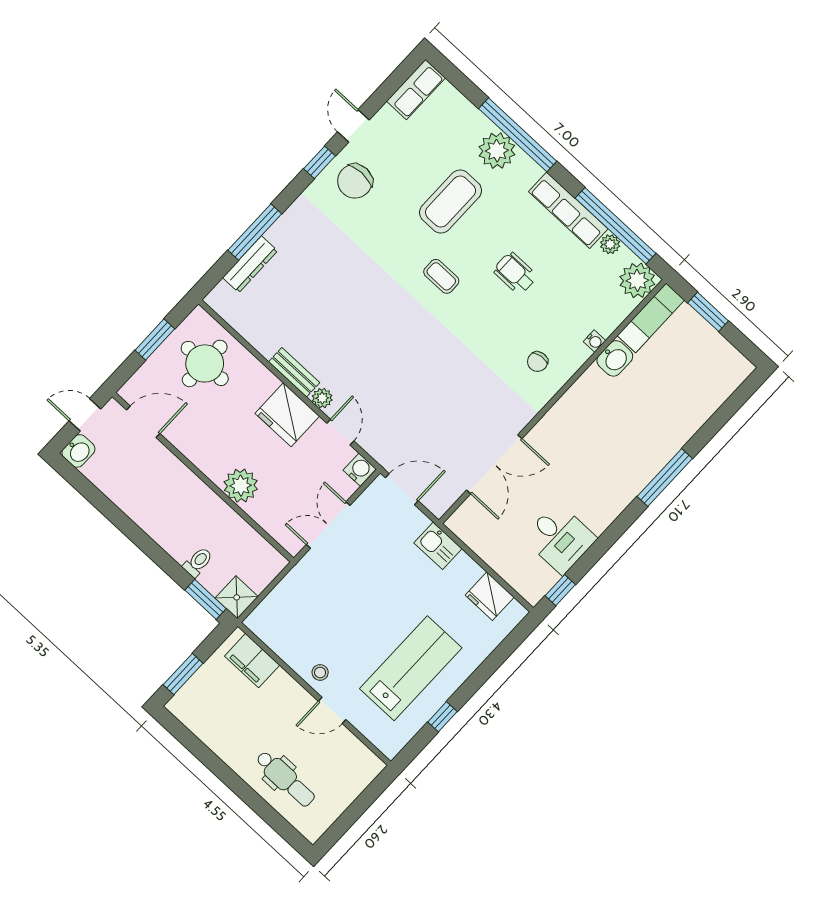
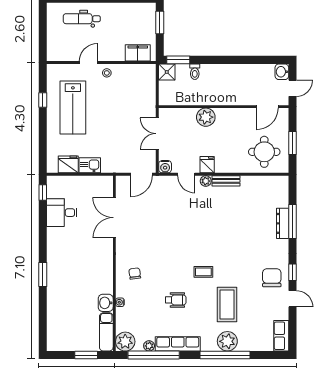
dresser: (250, 264) -> (283, 223), moved
fridge: (287, 415) -> (207, 165), width x0.53, depth x0.75
window: (665, 478) -> (43, 274), width x0.69
double door: (328, 525) -> (157, 134), swing flipped
kitchen sink: (438, 546) -> (90, 165), moved

